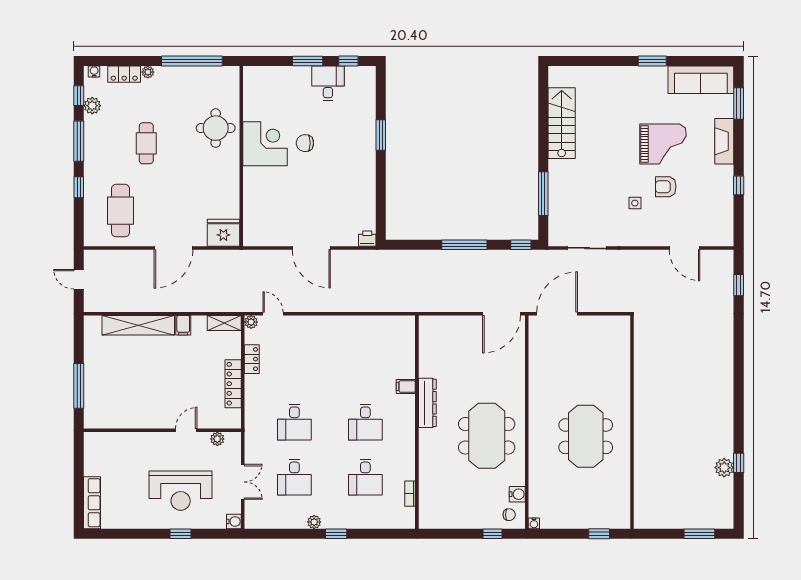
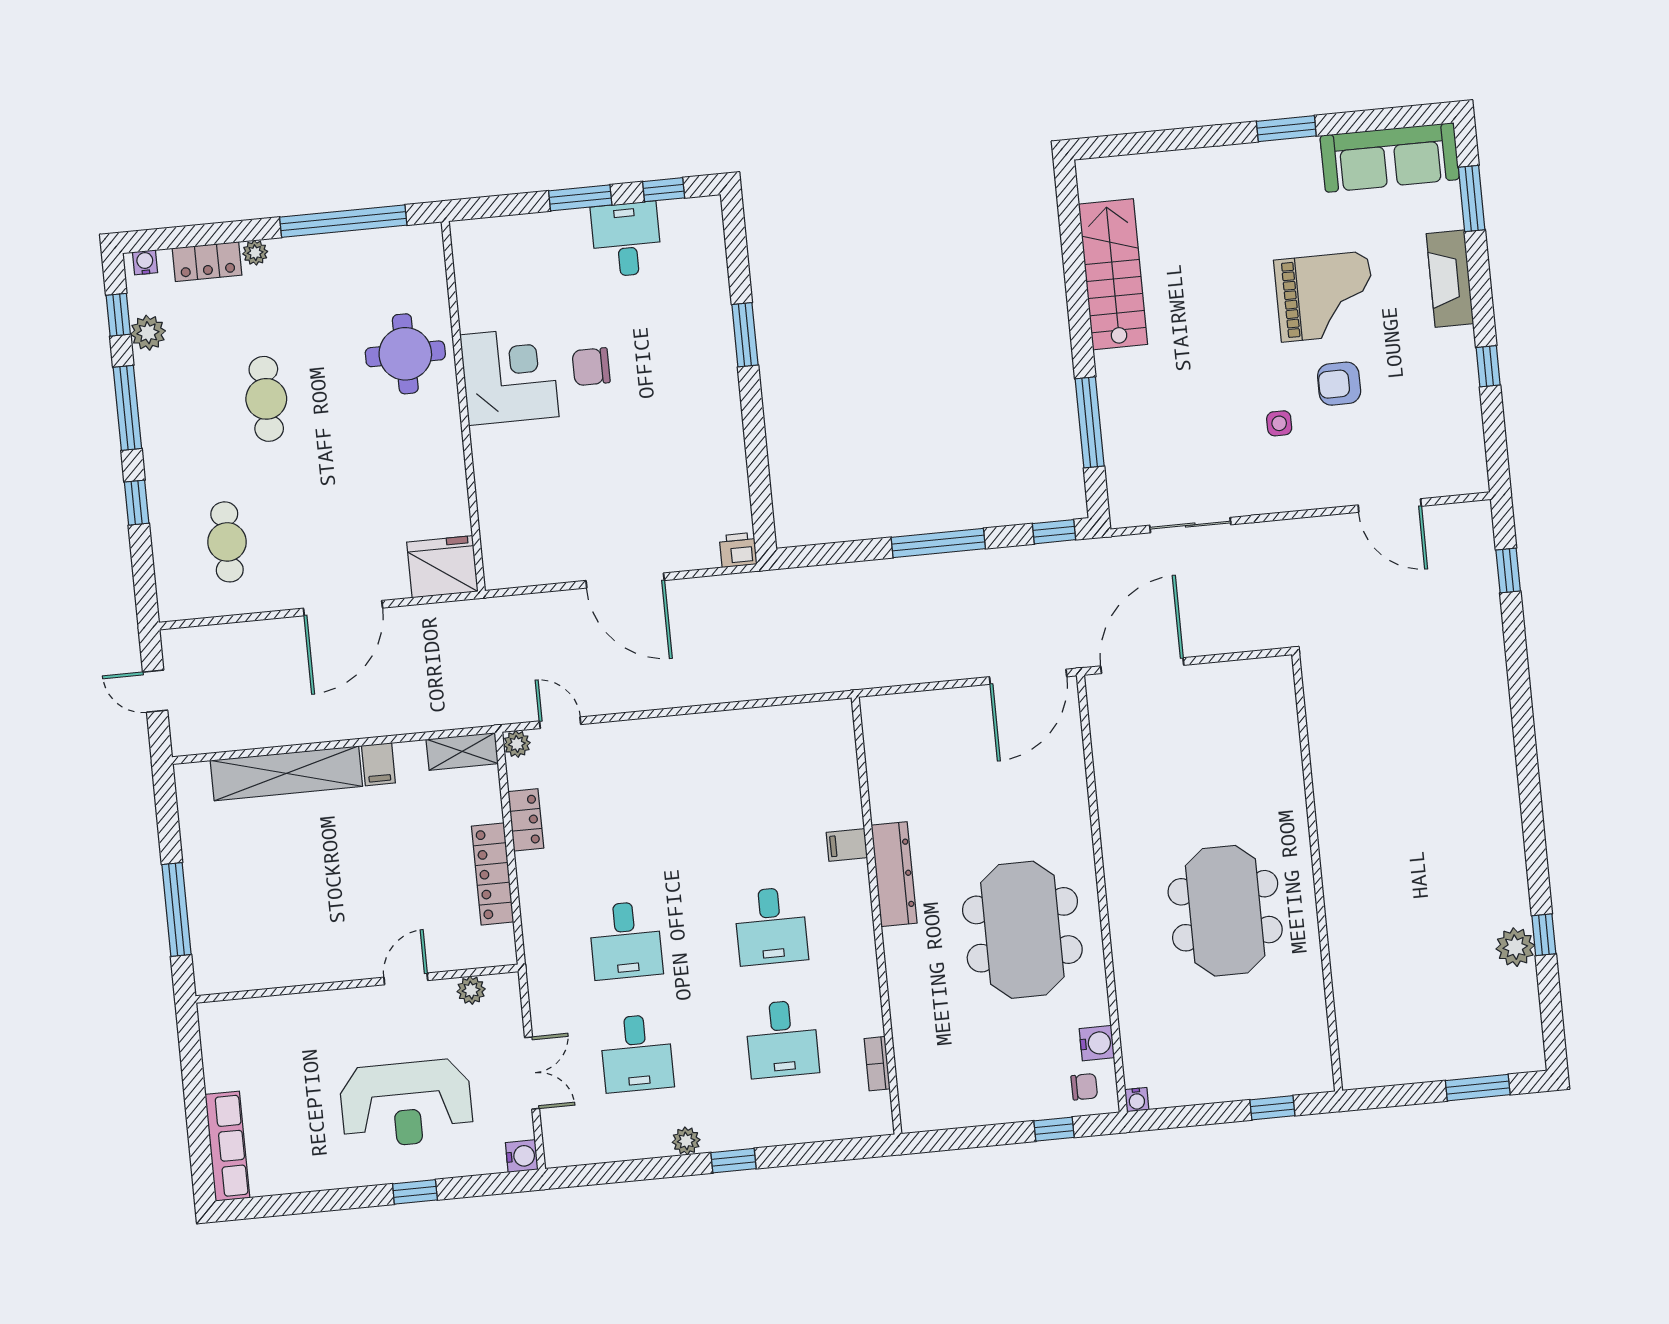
cafe table: (121, 211) -> (227, 542), width x0.73, depth x0.74

